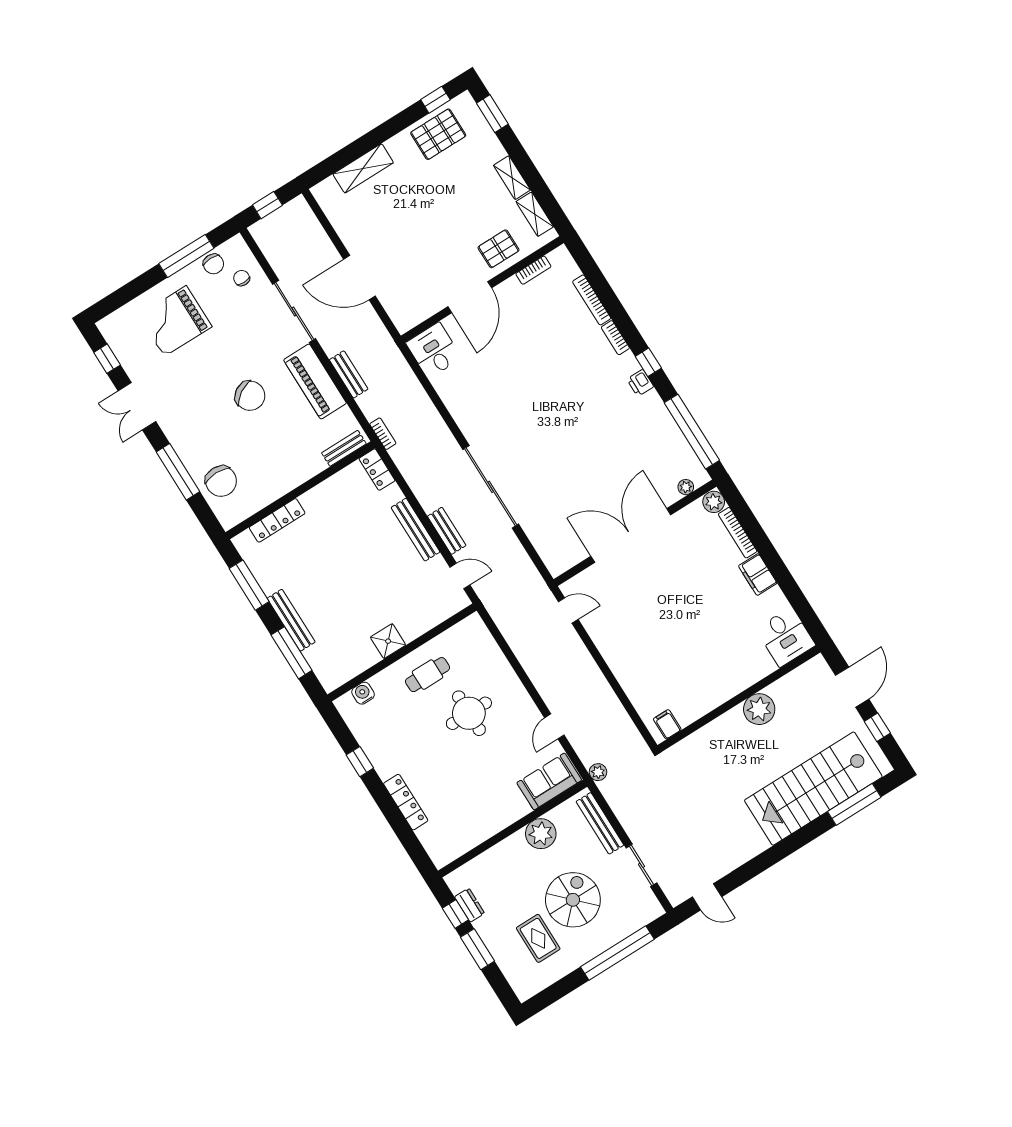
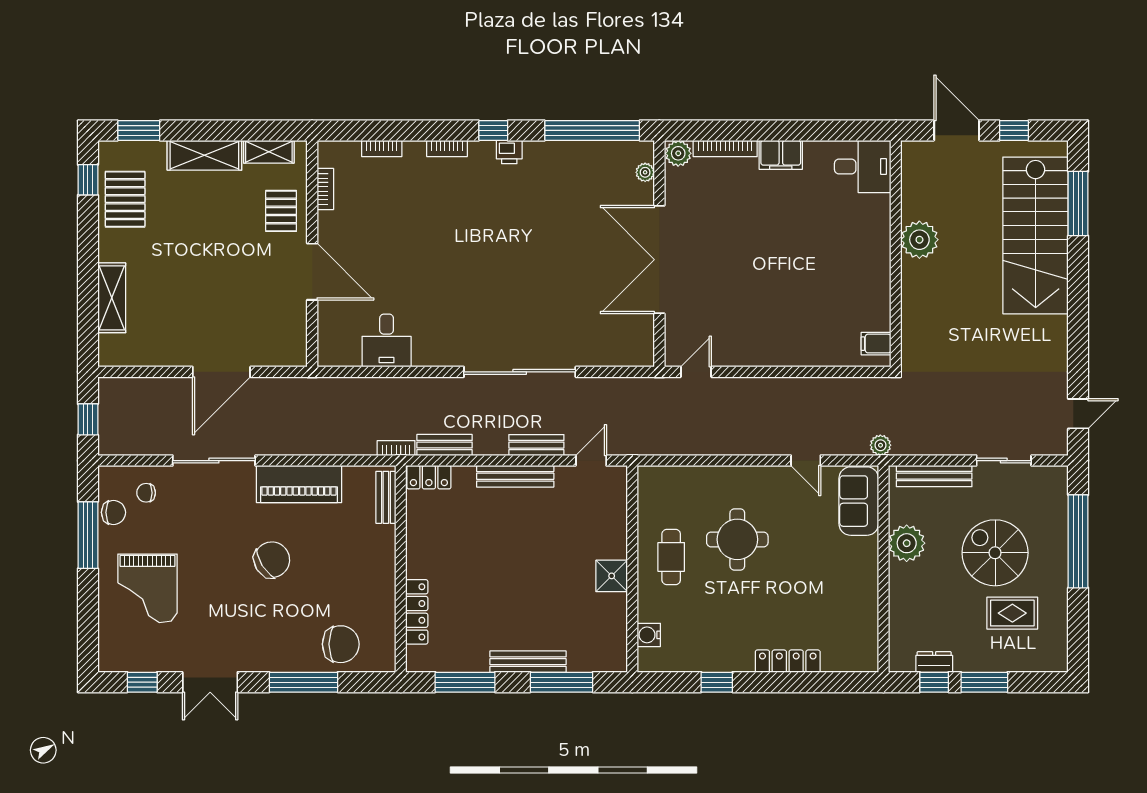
shelving: (512, 178) -> (204, 155), width x1.50, depth x1.33
bookcase: (592, 300) -> (382, 148), width x0.64
desk: (434, 350) -> (387, 341), moved, turned -90
bench: (349, 374) -> (445, 445), moved

